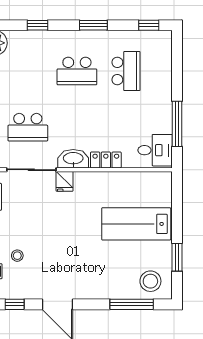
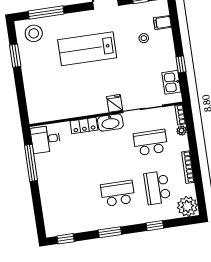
school desk: (126, 71) -> (157, 188), moved
lab bench: (136, 224) -> (87, 49), moved, turned 180

